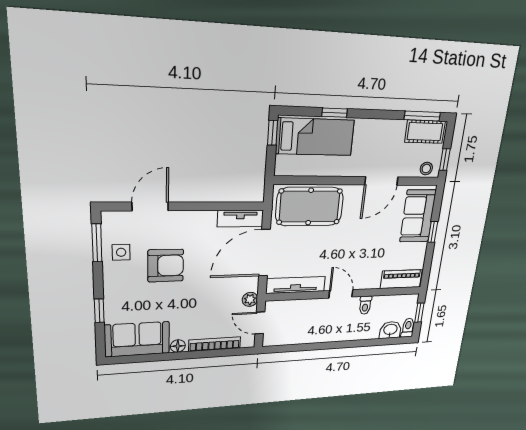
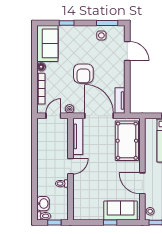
armchair: (166, 266) -> (83, 74), moved
piano: (401, 279) -> (79, 206), removed

